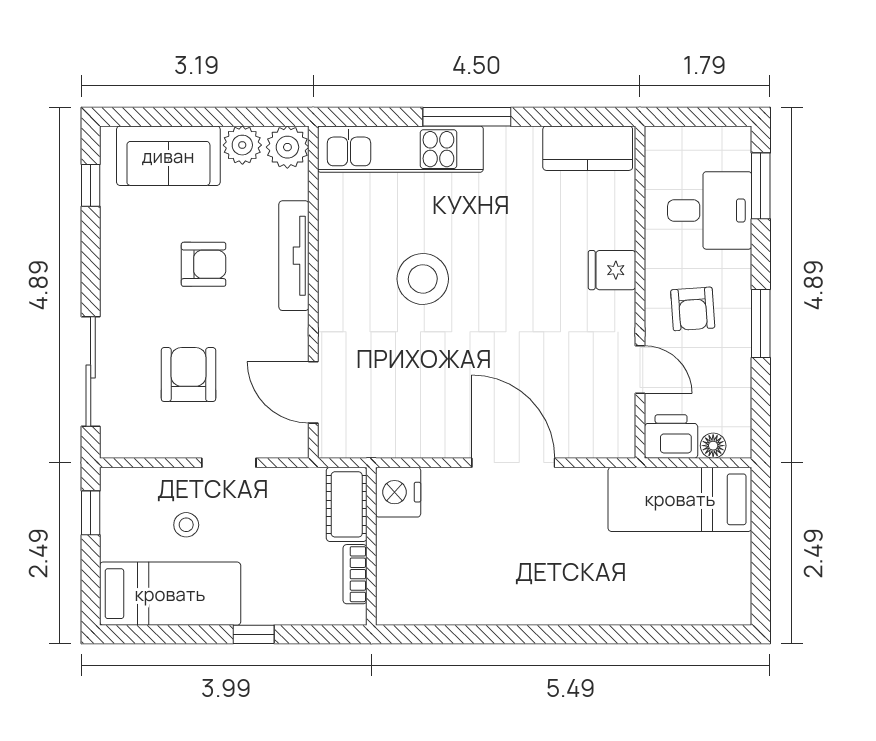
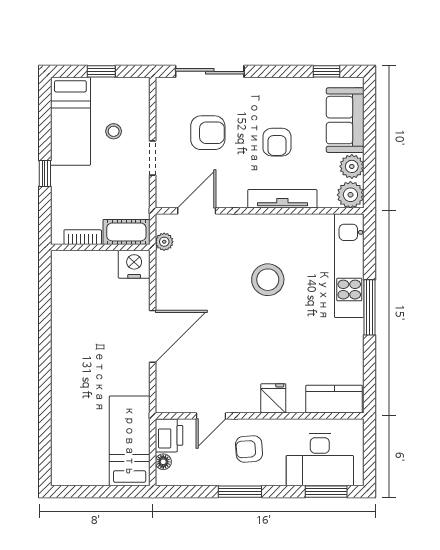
kitchen counter: (588, 148) -> (334, 399), moved, turned 90
desk: (710, 210) -> (320, 460), width x1.37
plant: (362, 444) -> (164, 242), added
window: (91, 513) -> (101, 71), moved

